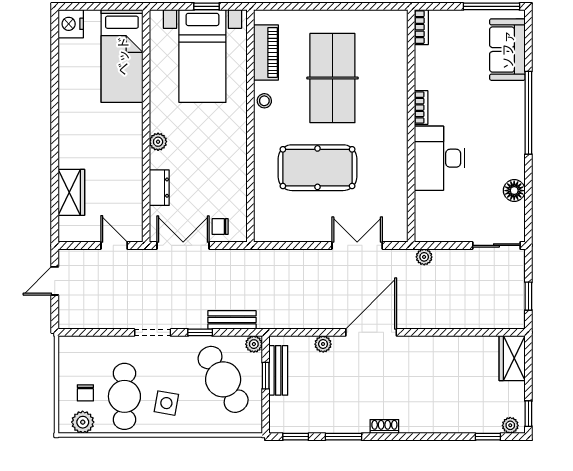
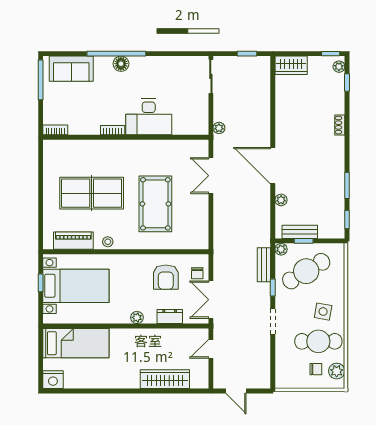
armchair: (215, 182) -> (166, 277), added
floor lamp: (514, 191) -> (121, 64), moved
wardrobe: (71, 192) -> (165, 379), width x1.50
shoe rack: (384, 426) -> (340, 125), moved

